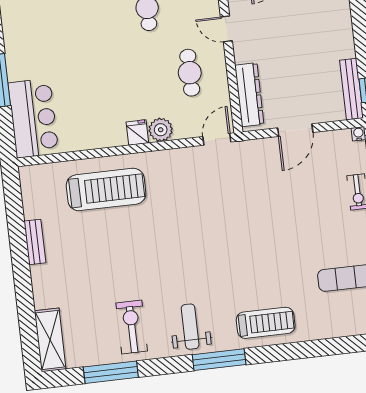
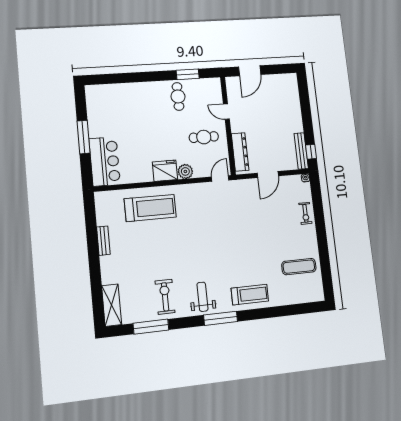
cafe table: (190, 73) -> (204, 137), turned 90
fridge: (137, 132) -> (165, 171), width x1.88, depth x1.34

